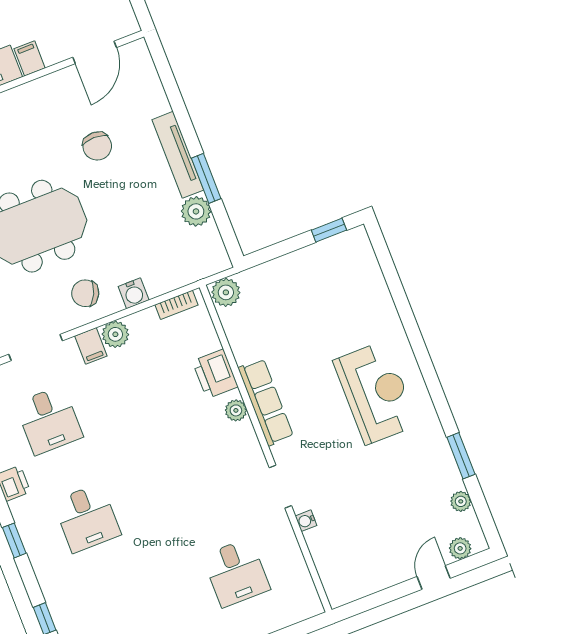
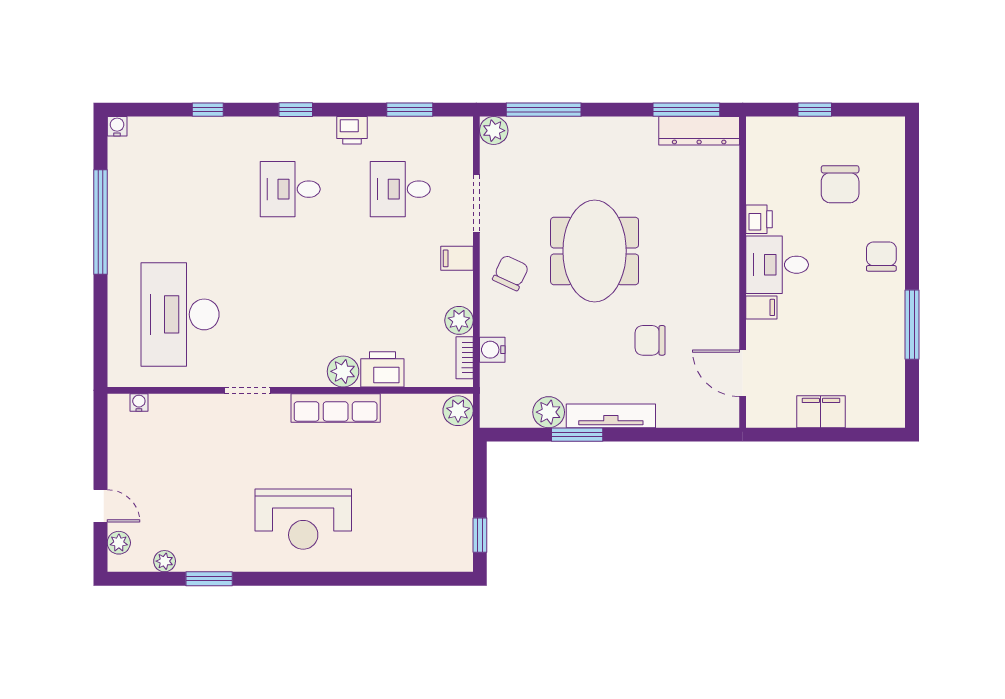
water cooler: (134, 293) -> (492, 350), moved
plant: (115, 334) -> (459, 320), moved
plant: (236, 410) -> (343, 371), width x1.38, depth x1.38
water cooler: (306, 521) -> (139, 403), moved
desk: (236, 573) -> (180, 314), width x1.87, depth x1.30

